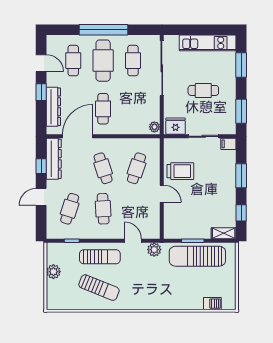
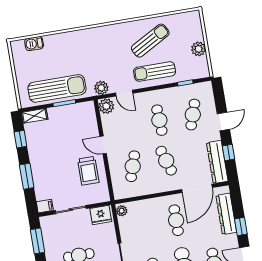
trolley: (180, 171) -> (88, 171), turned -90
plant: (152, 231) -> (106, 106), added
sun lounger: (99, 288) -> (150, 41), turned 129

